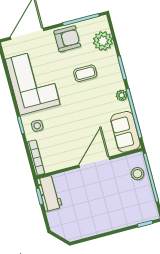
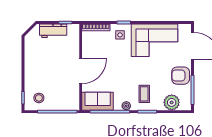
armchair: (67, 39) -> (181, 76), turned 90
coffee table: (85, 73) -> (144, 94), moved
door: (94, 162) -> (81, 71), hinge flipped
stool: (137, 174) -> (39, 98), moved
workbench: (50, 193) -> (53, 31), moved

